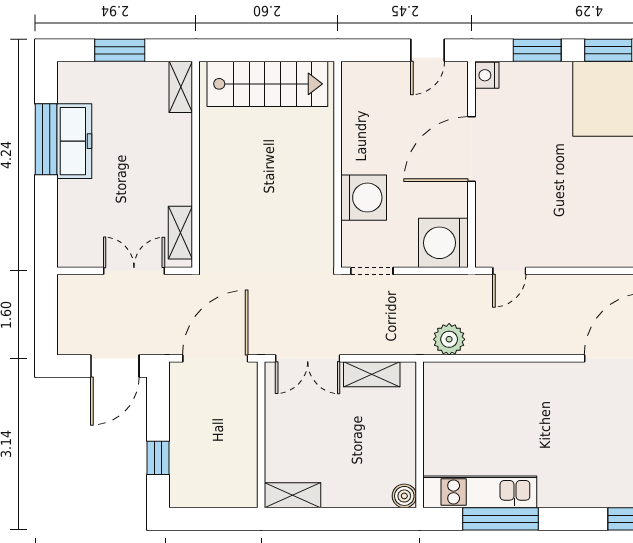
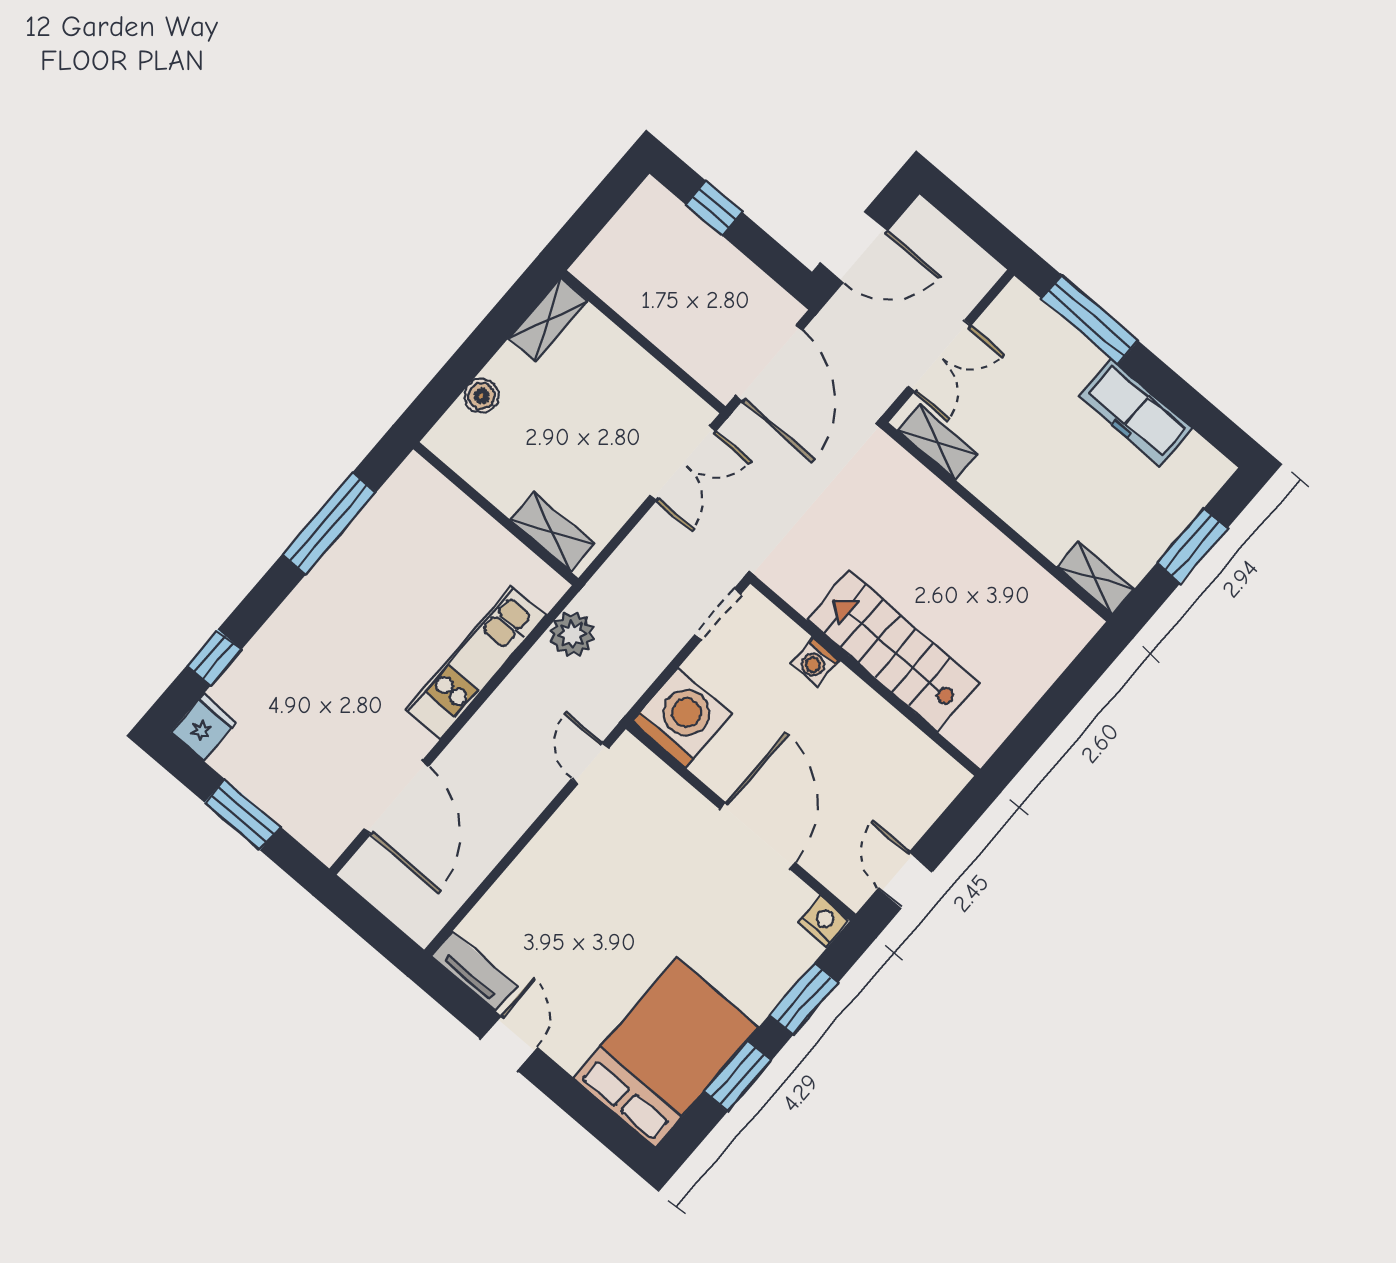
stairs: (267, 84) -> (893, 651), moved, turned 90
window: (46, 139) -> (1090, 320), moved
washing machine: (364, 198) -> (815, 662), width x0.53, depth x0.53
double door: (308, 358) -> (683, 463), swing flipped
door: (115, 366) -> (854, 247), swing flipped
shelving: (372, 374) -> (552, 532), moved, turned 90
kitchen unit: (480, 492) -> (476, 663), moved, turned 180
boiler: (404, 496) -> (482, 396), moved

